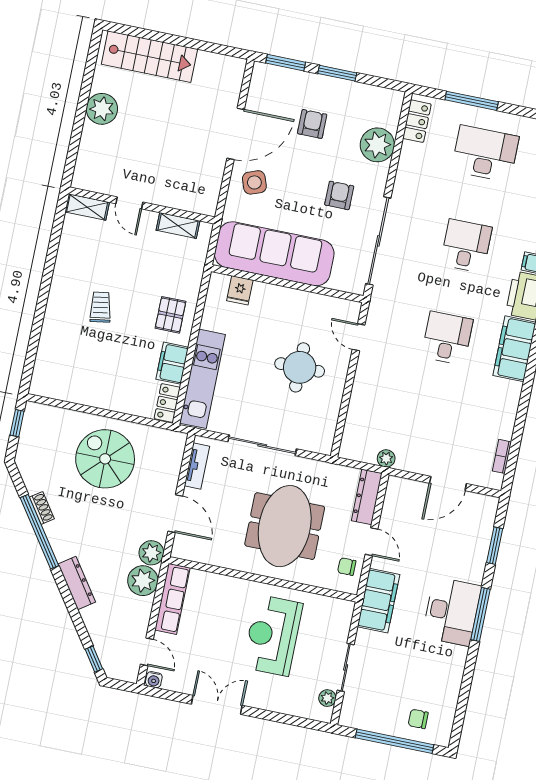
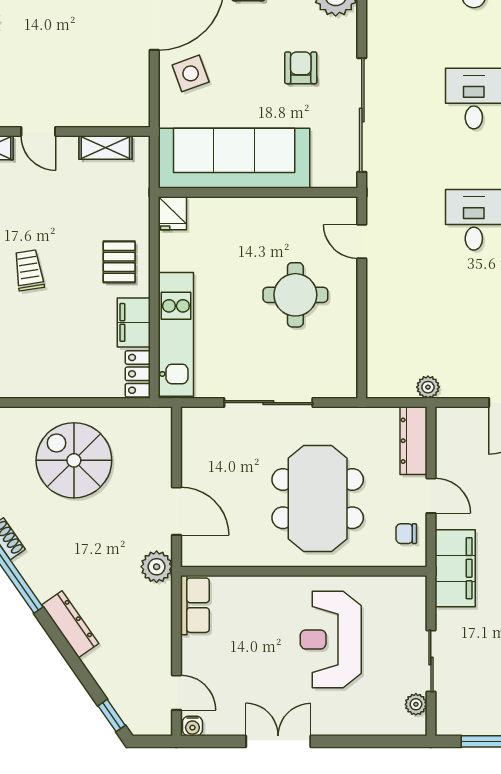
fridge: (240, 290) -> (172, 213), moved
tv unit: (197, 466) -> (191, 446), removed
plant: (143, 581) -> (153, 604), removed
row of seats: (172, 599) -> (195, 605), width x0.68

